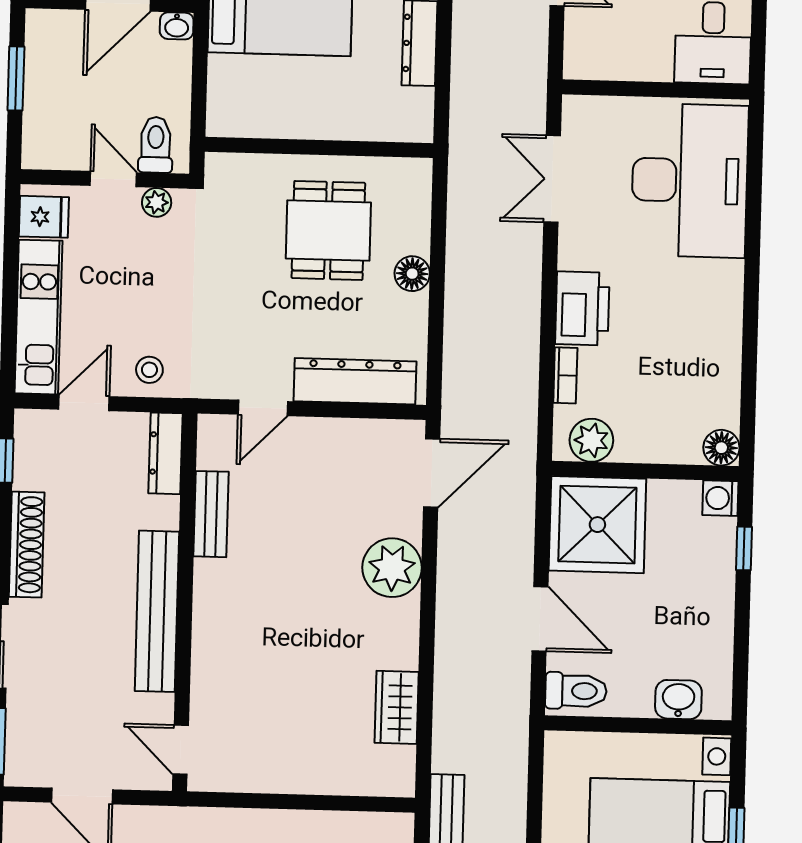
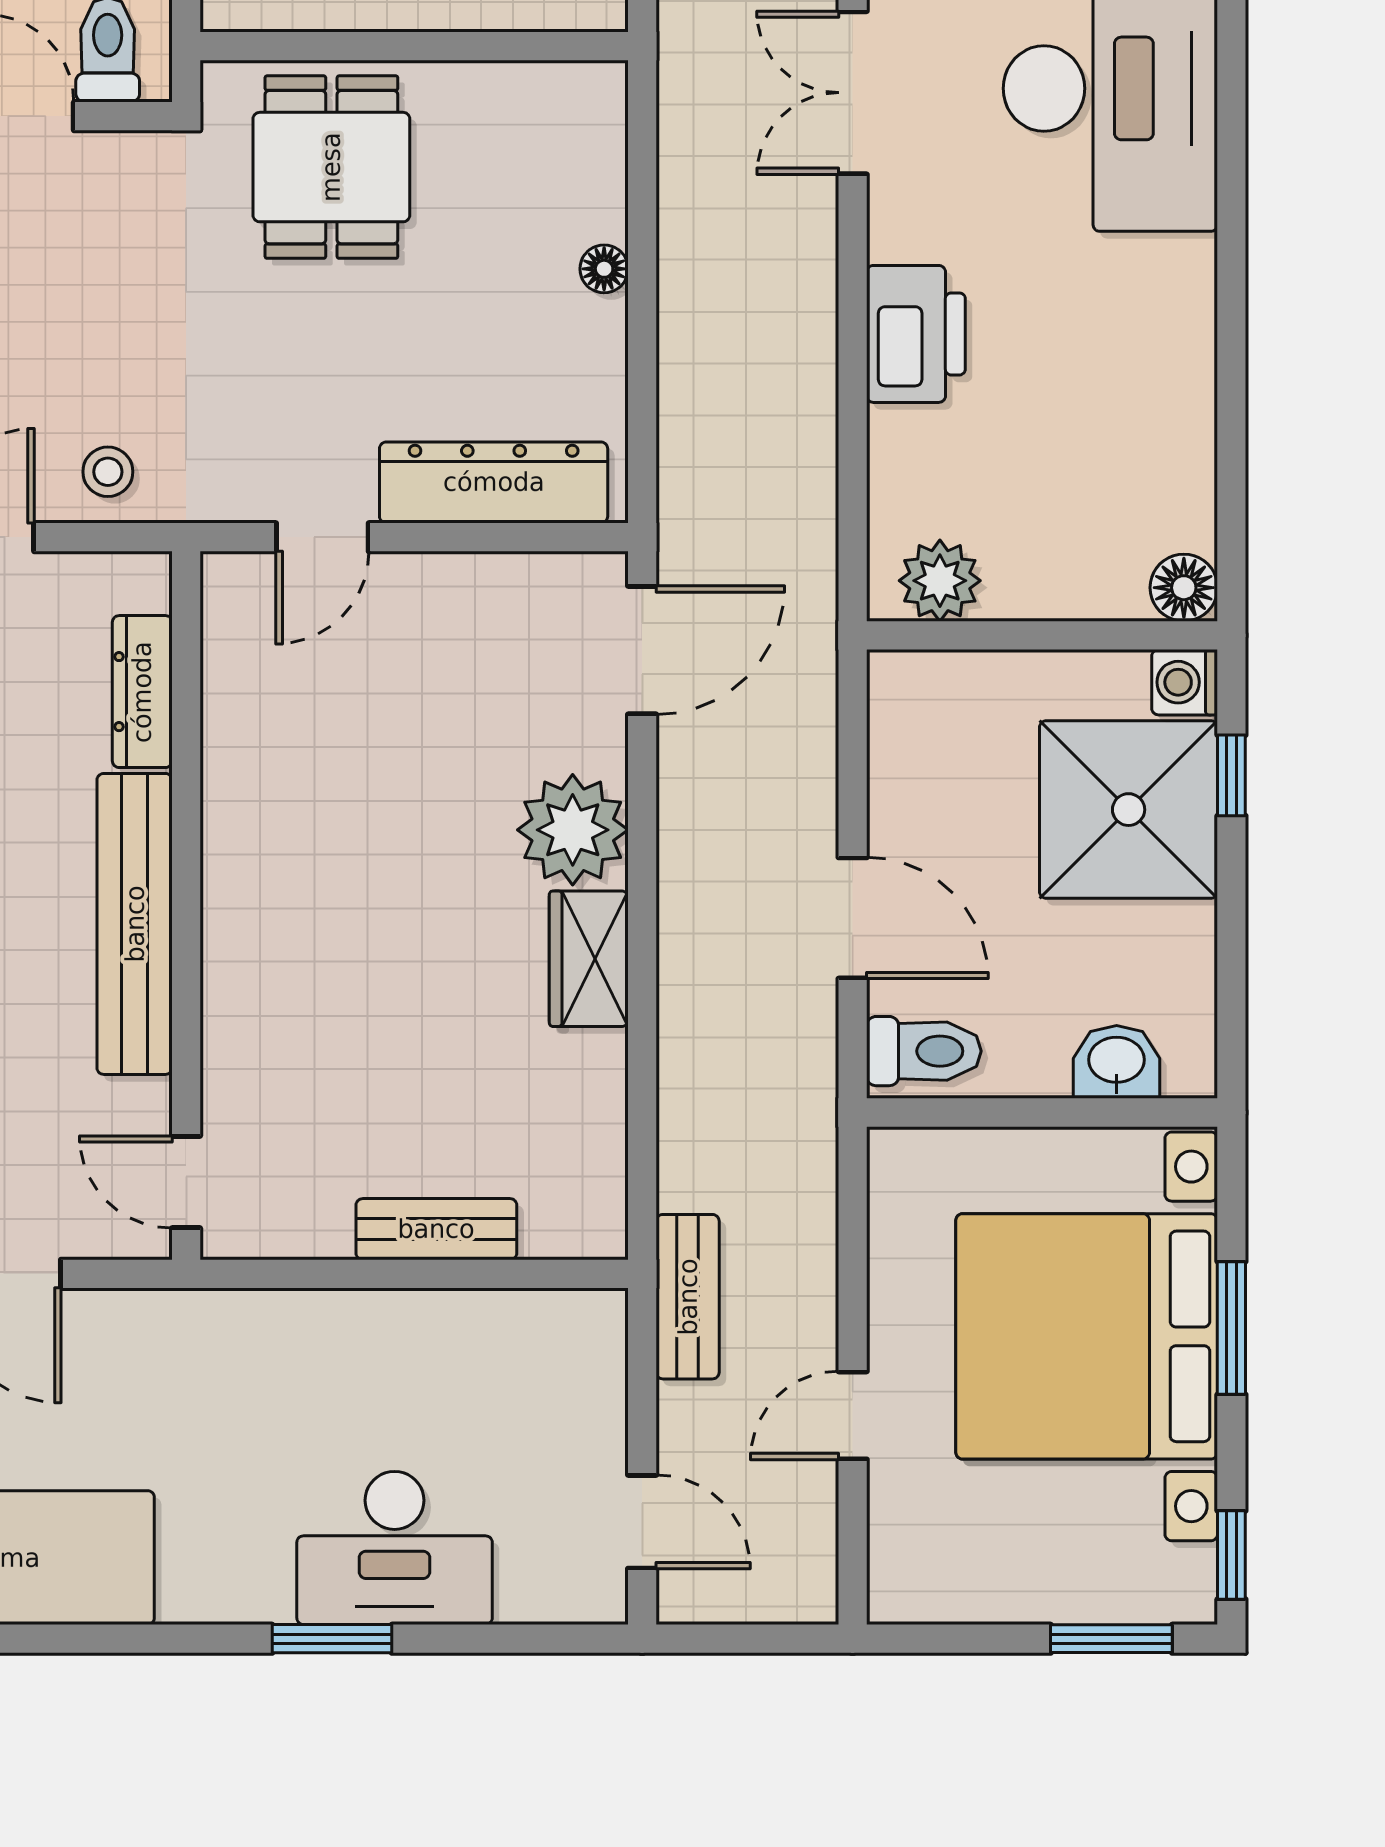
plant: (157, 202) -> (112, 158), removed
dining table: (328, 230) -> (331, 167), moved
floor lamp: (412, 274) -> (604, 269), width x0.73, depth x0.73
bookcase: (565, 375) -> (888, 460), removed
dresser: (165, 453) -> (142, 692), moved
bench: (211, 514) -> (436, 1229), moved, turned 90
shower: (597, 525) -> (1129, 810), moved
wardrobe: (397, 707) -> (589, 959), moved

